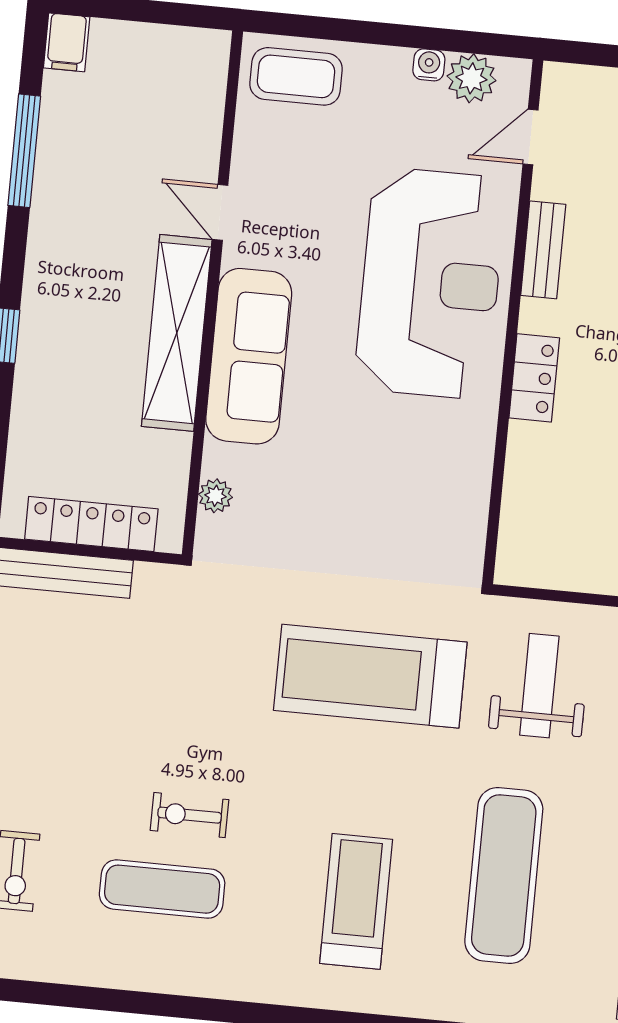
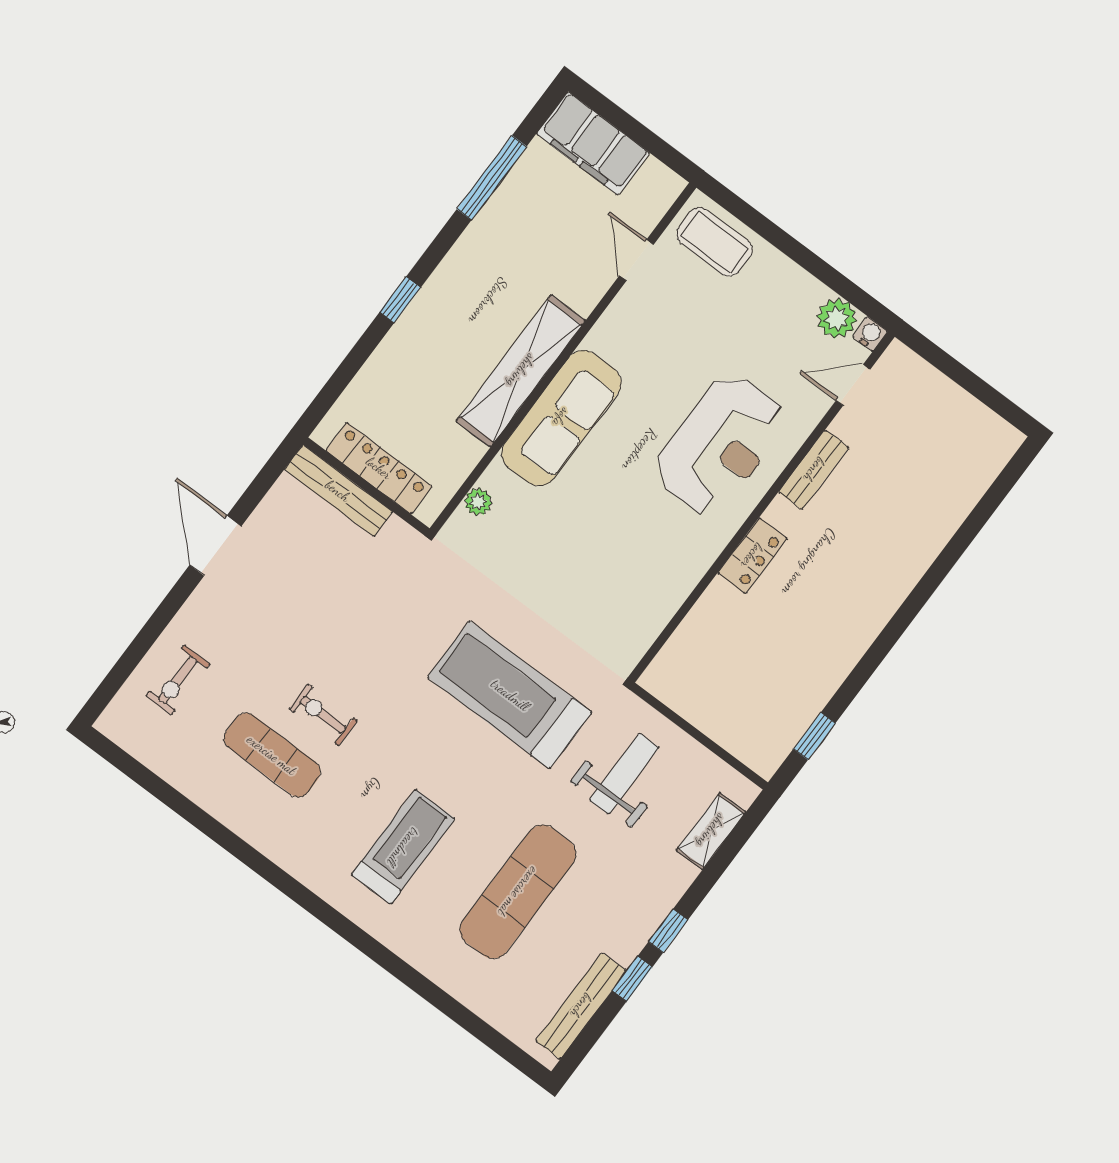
filing cabinet: (67, 42) -> (593, 143), width x3.00, depth x1.17
water cooler: (429, 65) -> (870, 334), moved
door: (220, 212) -> (637, 260), moved
reception desk: (430, 283) -> (720, 445), width x0.74, depth x0.77

